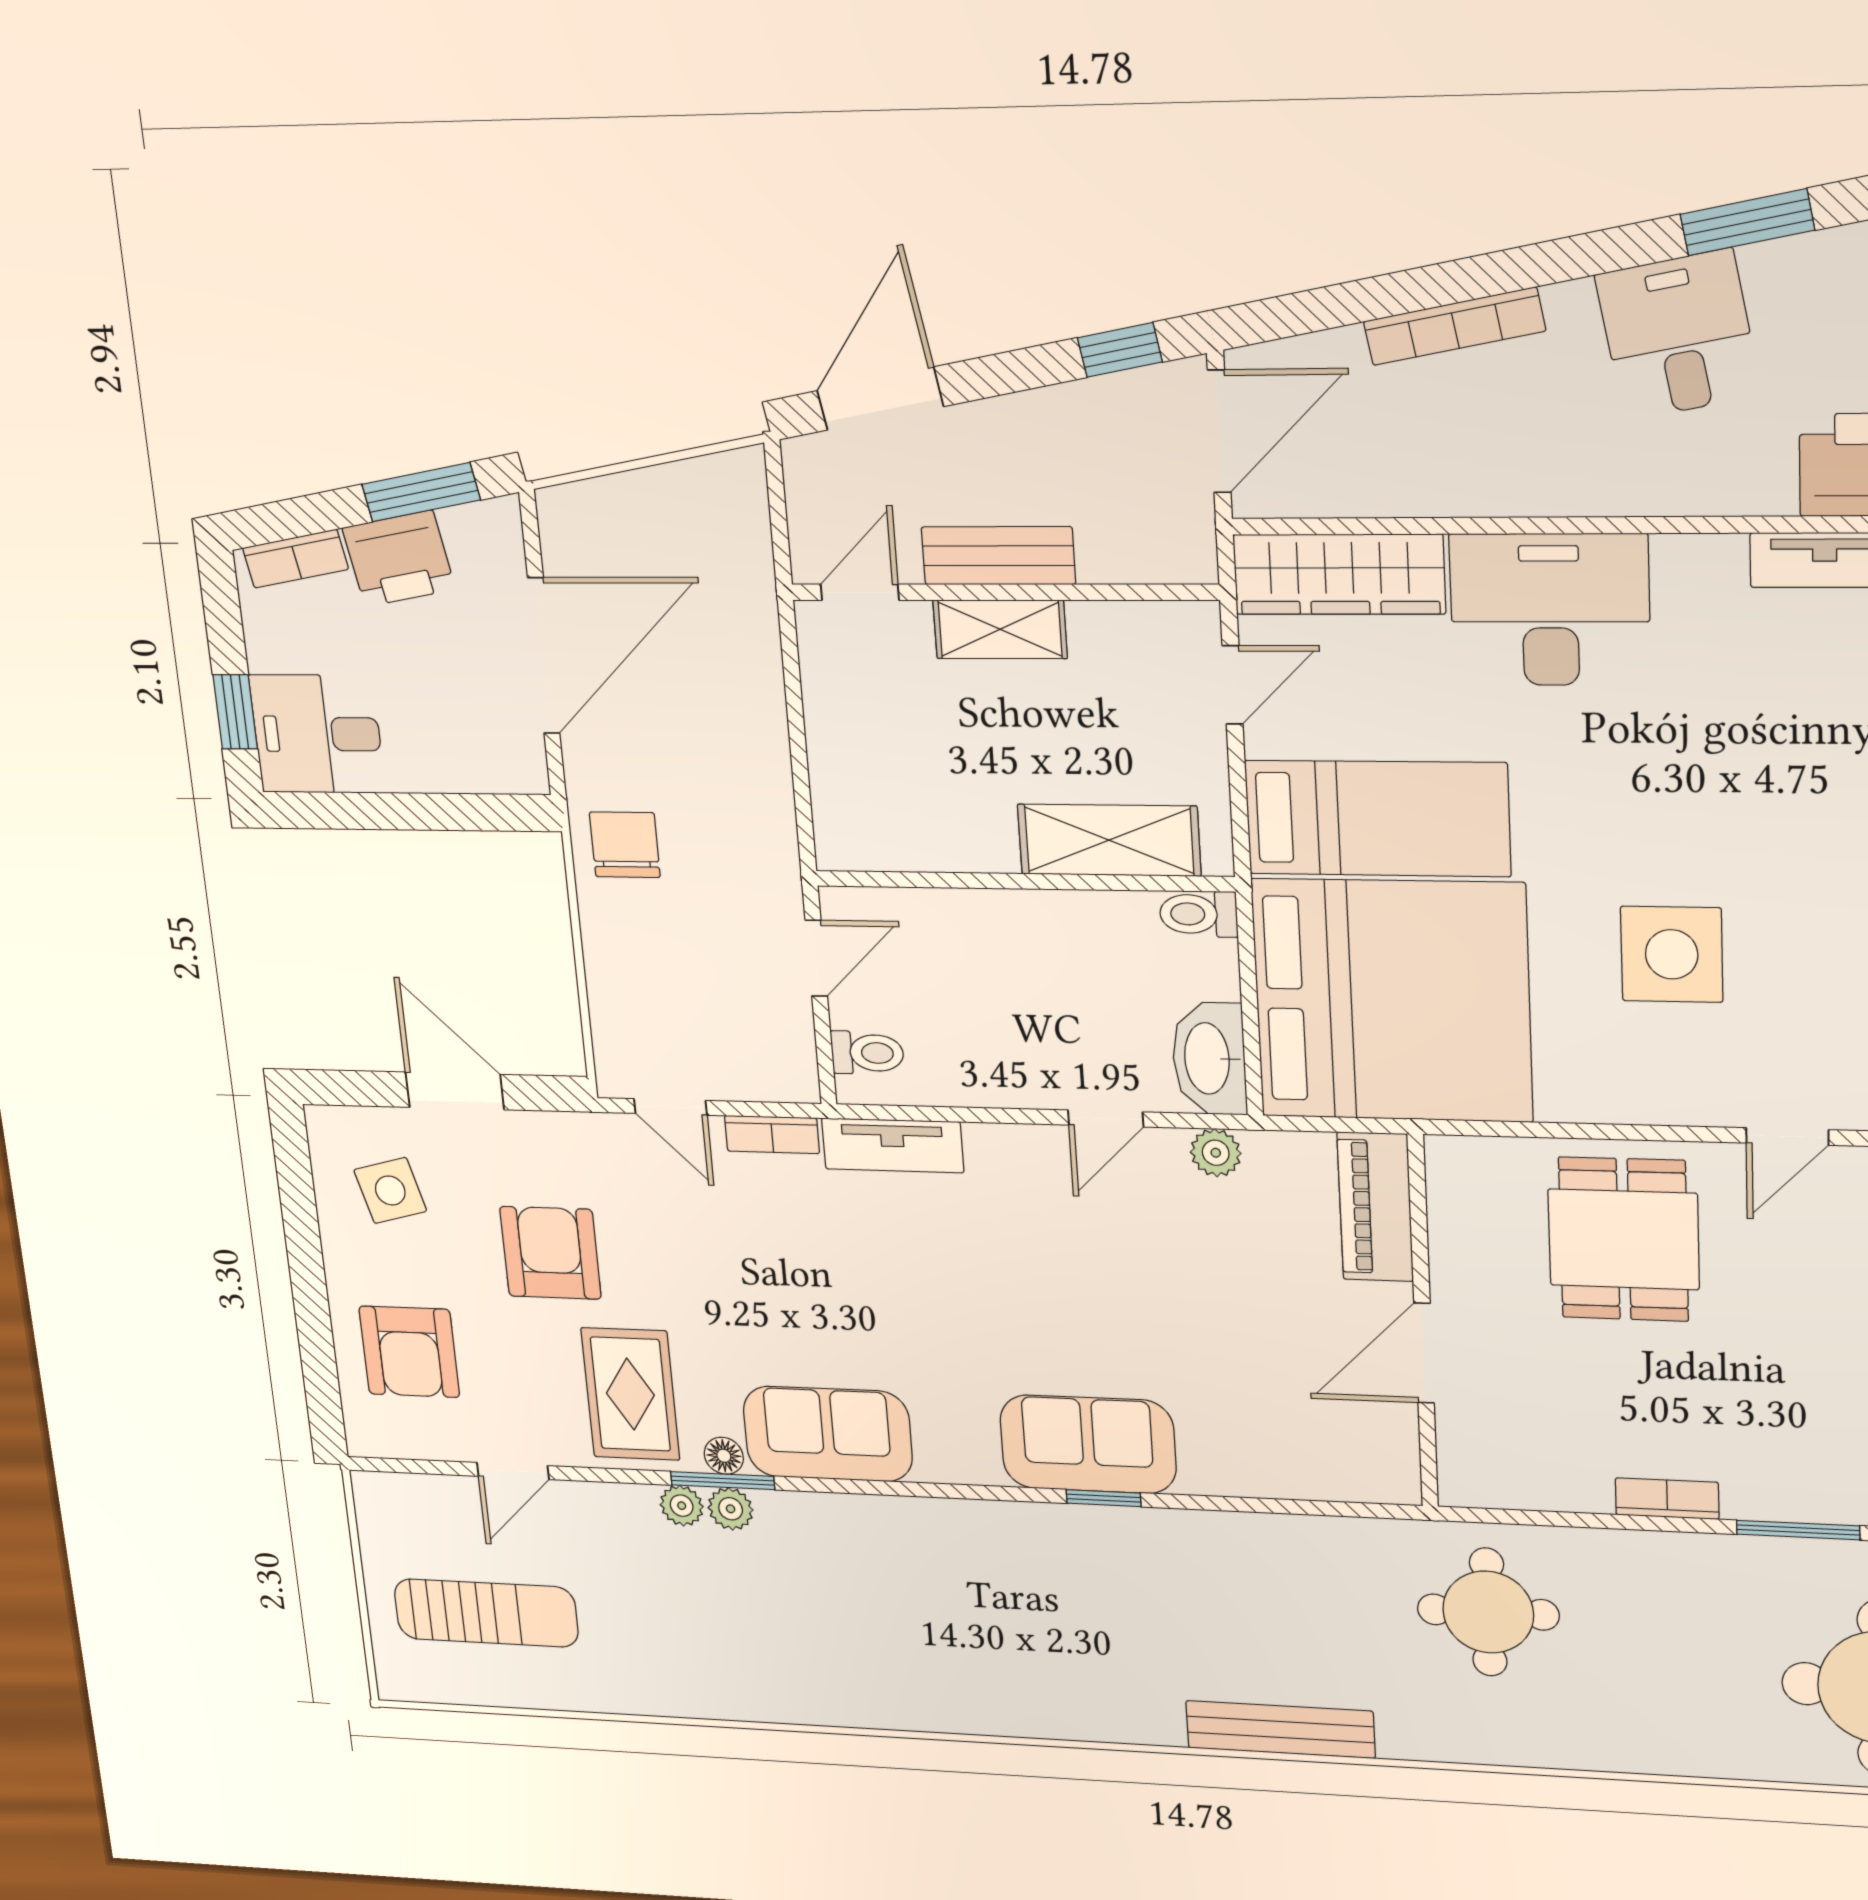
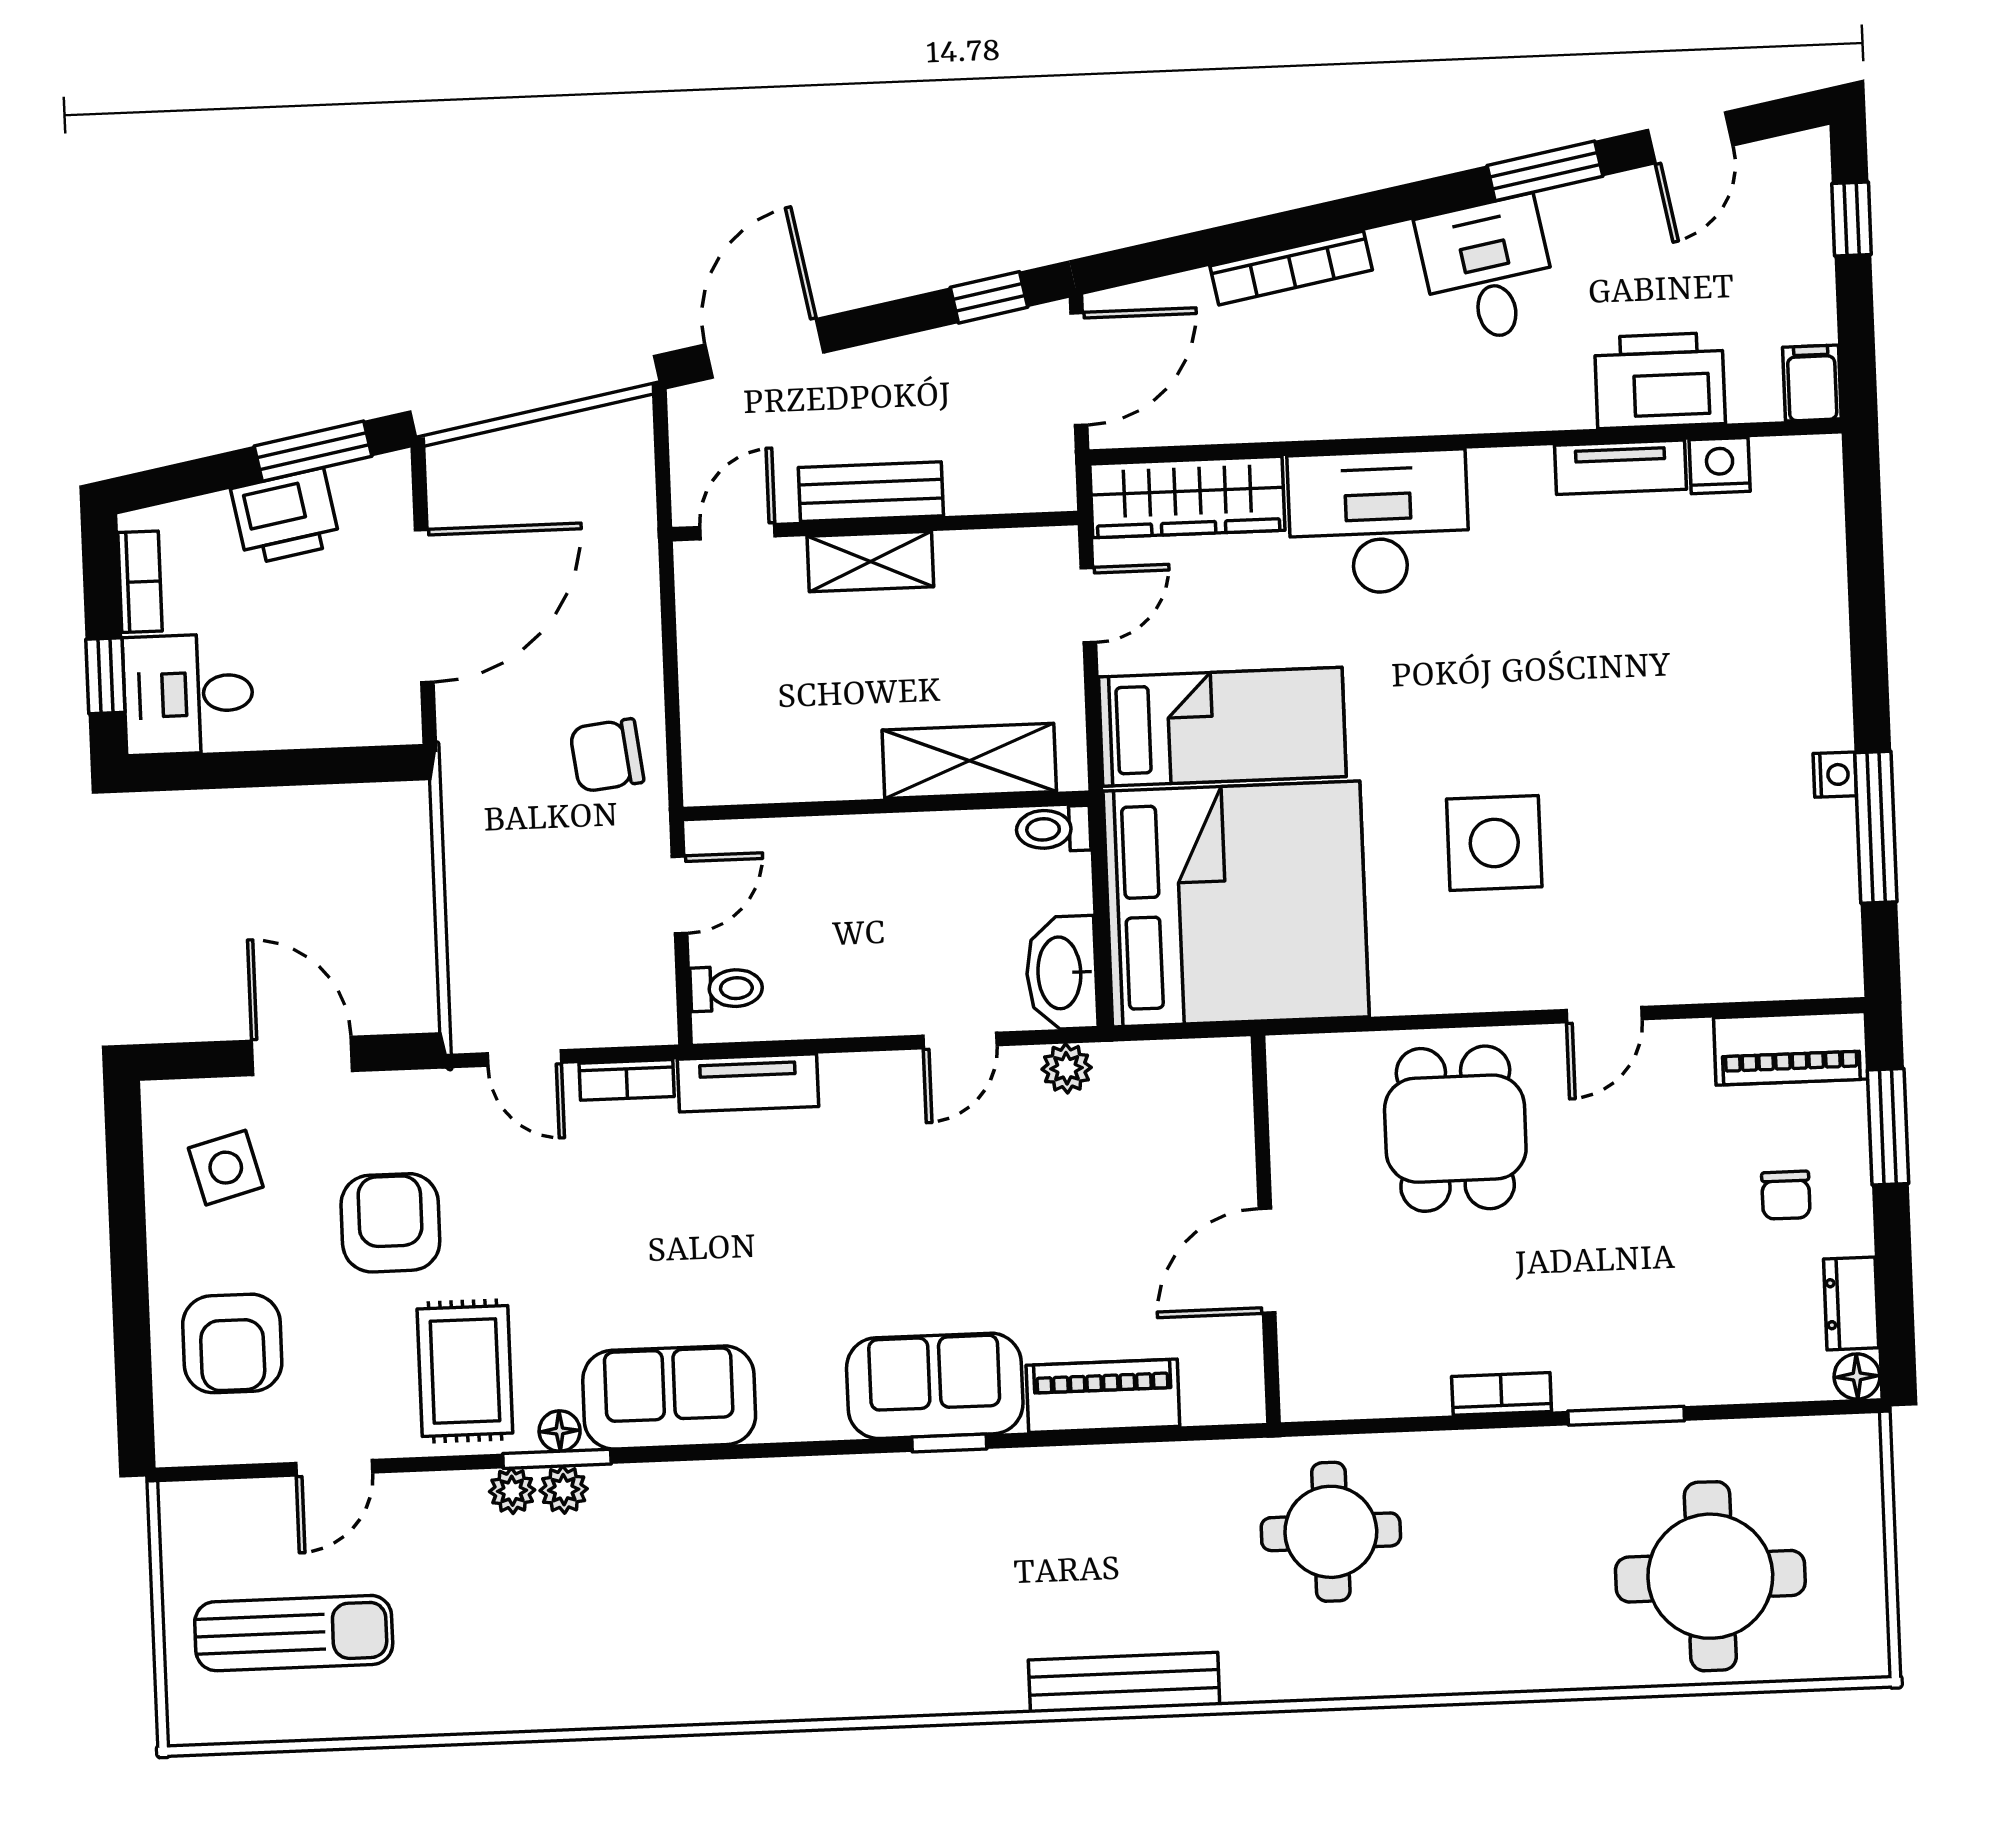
bookcase: (296, 559) -> (140, 582), moved, turned -79
chair: (625, 845) -> (607, 755), moved, turned -97
piano: (1375, 1207) -> (1103, 1396), moved, turned 90

